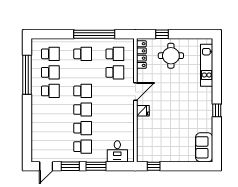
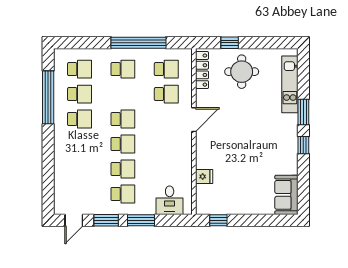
window: (217, 86) -> (303, 112), added
fridge: (143, 111) -> (204, 176), moved

